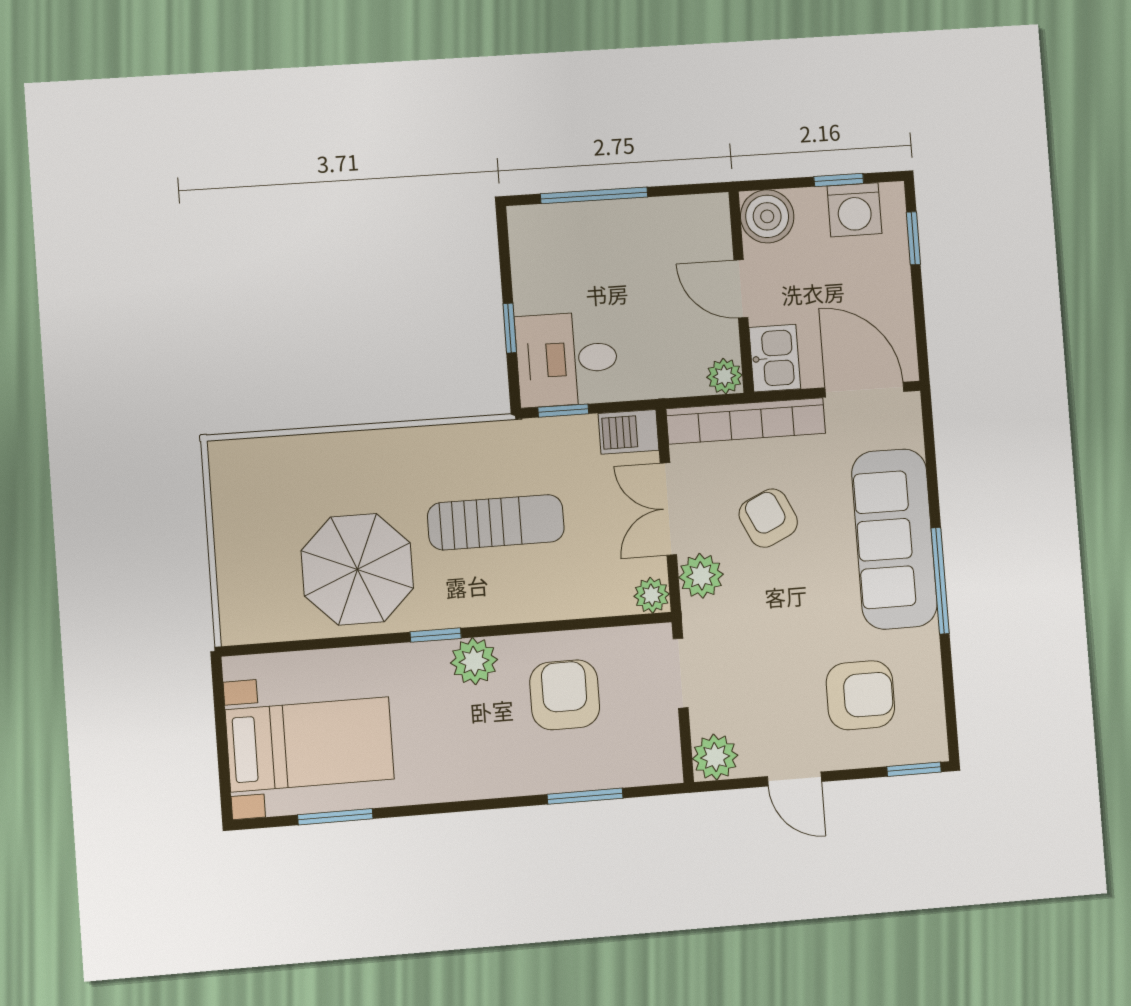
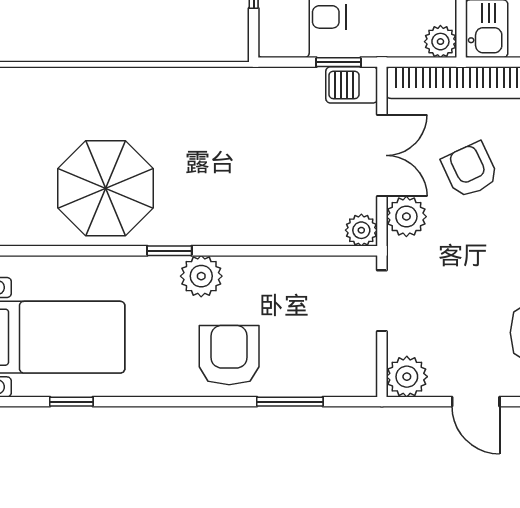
window: (563, 411) -> (339, 62), moved
double door: (668, 509) -> (382, 155), swing flipped
sun lounger: (496, 522) -> (229, 156), removed
armchair: (565, 695) -> (229, 355), moved
window: (335, 817) -> (71, 402), width x0.67

